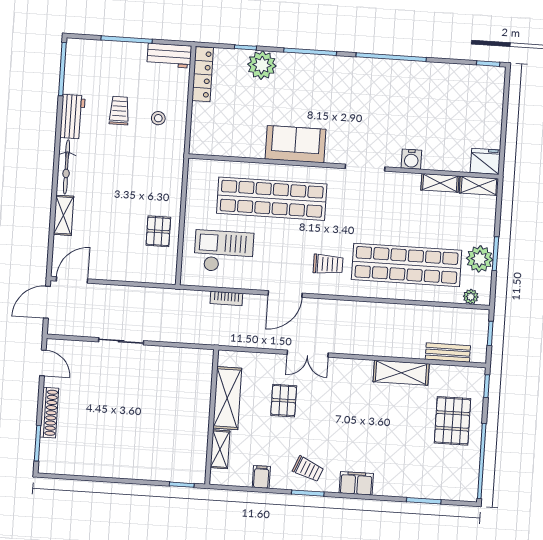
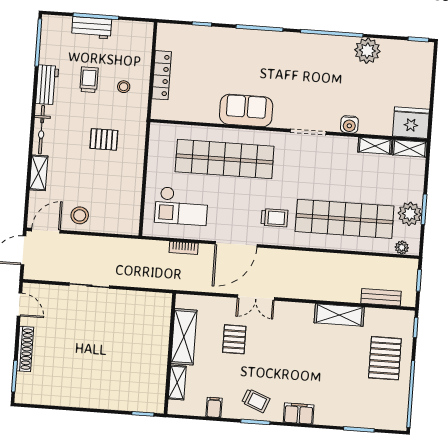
workbench: (169, 56) -> (92, 28), moved
plant: (262, 65) -> (367, 51), moved
locker: (203, 74) -> (162, 75), moved
fridge: (485, 161) -> (411, 123), width x1.36, depth x1.34
pallet: (158, 231) -> (104, 139), moved, turned 90
checkout: (224, 252) -> (181, 206), turned 180
stool: (110, 263) -> (80, 215), added
door: (285, 294) -> (236, 244), width x1.36

